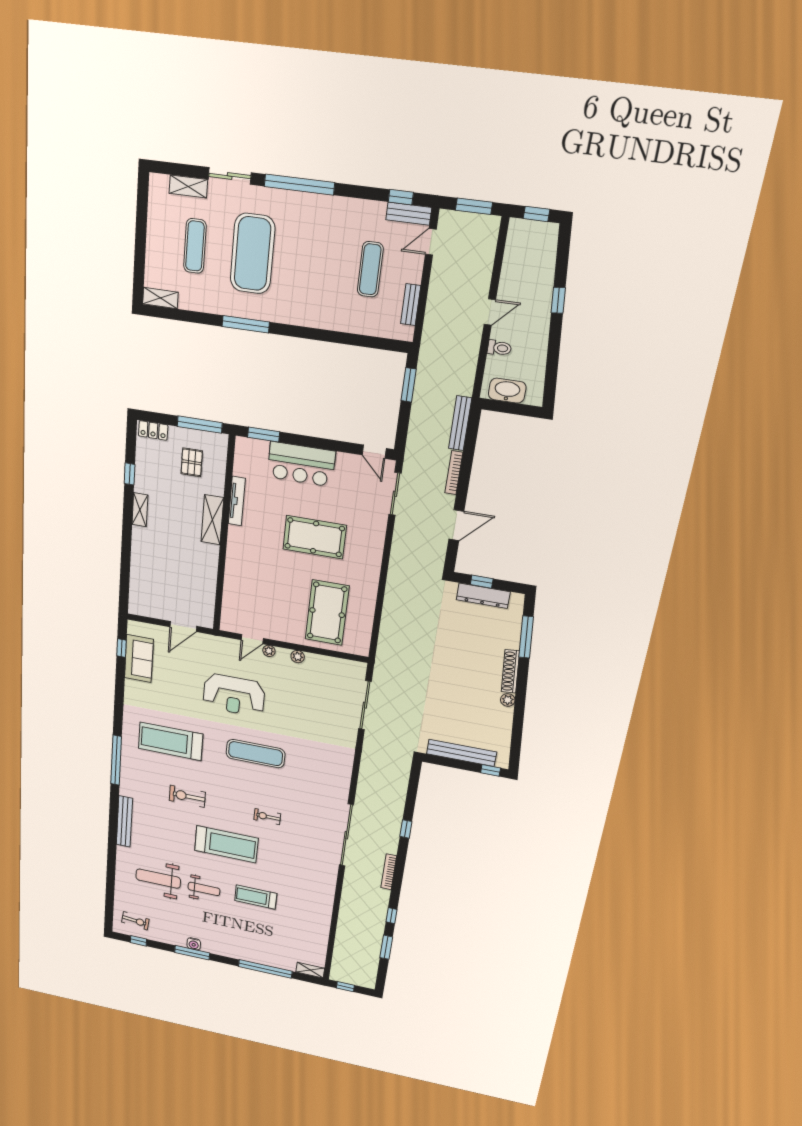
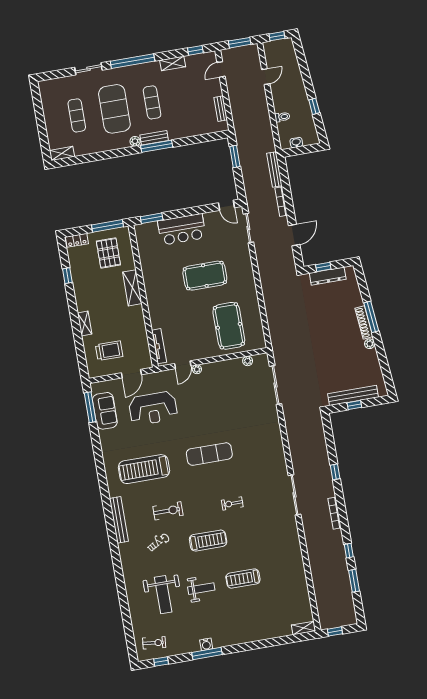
shelving: (188, 186) -> (173, 63), moved
bench: (409, 214) -> (154, 138), moved
exercise mat: (370, 269) -> (152, 102), moved
window: (558, 300) -> (314, 106), moved
door: (490, 312) -> (266, 77), moved
plant: (270, 314) -> (135, 141), added
window: (246, 324) -> (157, 146), moved
washbasin: (507, 391) -> (296, 143), width x0.52, depth x0.69
pallet: (192, 462) -> (108, 253), width x1.50, depth x1.42
tv unit: (237, 501) -> (159, 346), moved
shelving: (140, 510) -> (85, 324), moved
trolley: (162, 589) -> (109, 351), added
window: (526, 637) -> (371, 317), moved
window: (121, 648) -> (90, 407), width x2.17
plant: (298, 657) -> (248, 361), moved
reception desk: (234, 695) -> (153, 408), moved
window: (116, 760) -> (106, 502), removed
window: (491, 770) -> (354, 405), moved
exercise bike: (187, 796) -> (168, 511), turned 180
bench: (124, 821) -> (119, 520), moved
sliding door: (346, 835) -> (295, 495), width x0.73
treadmill: (226, 844) -> (208, 541), width x0.73, depth x0.73
weight bench: (158, 879) -> (163, 595), turned -90
window: (265, 969) -> (269, 643), removed

